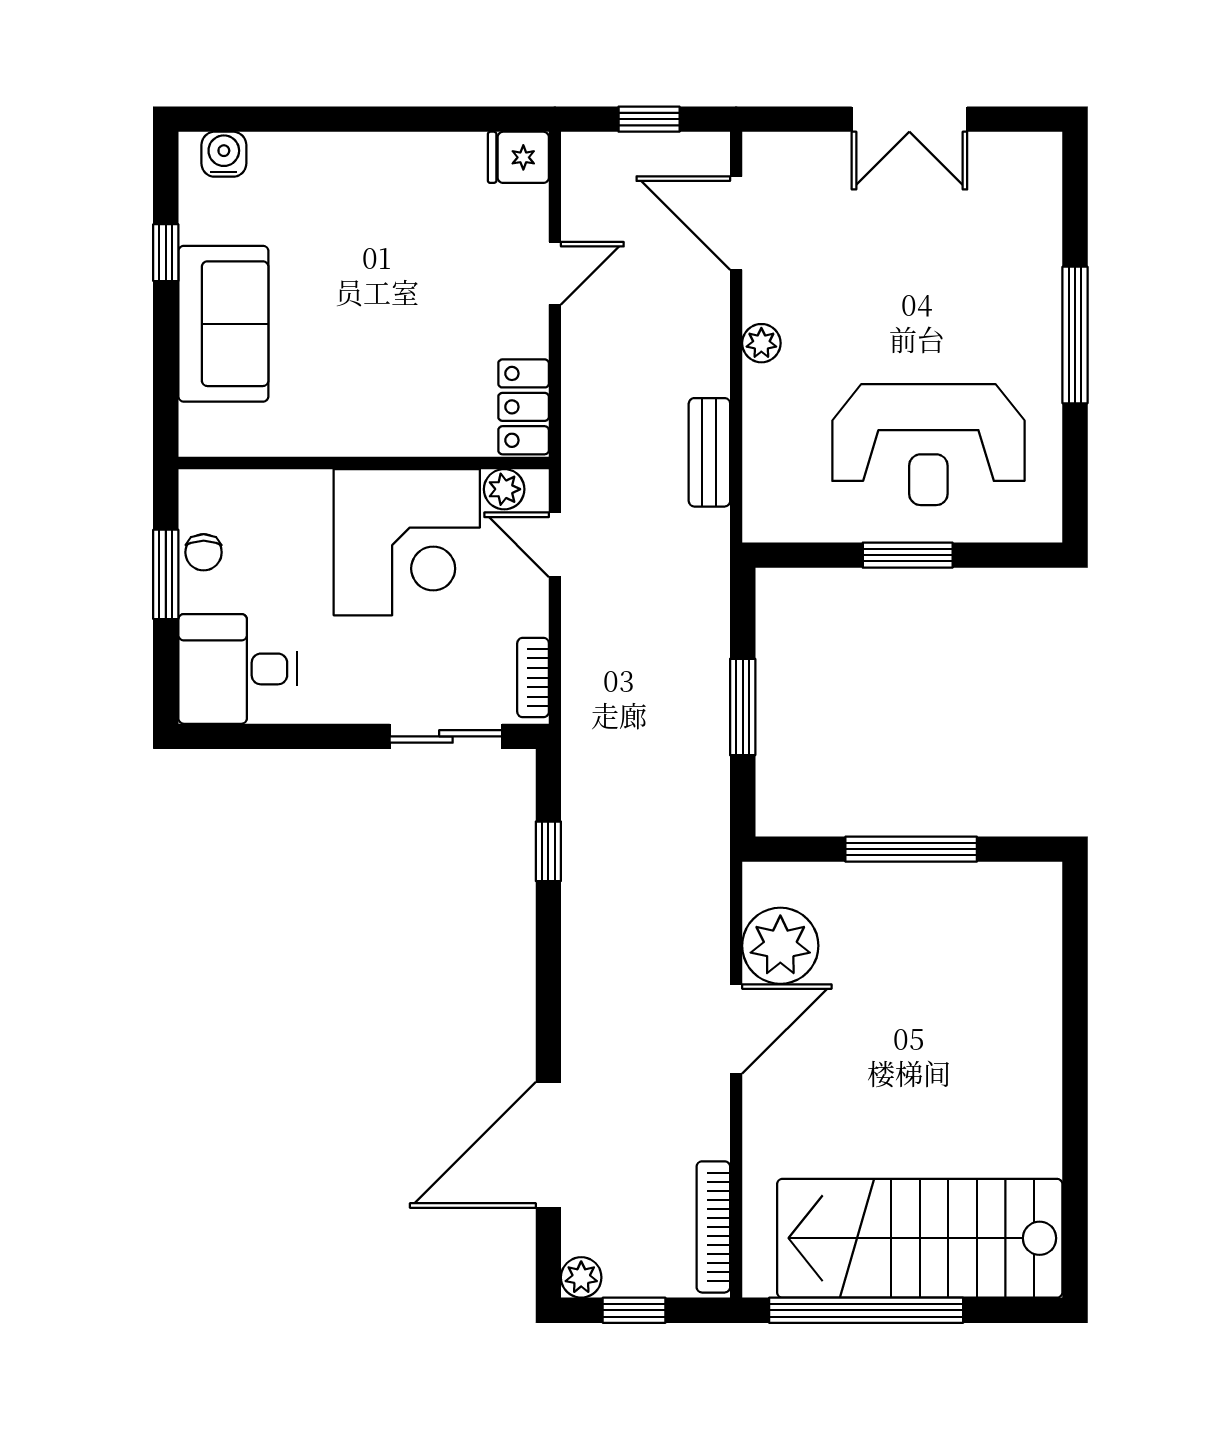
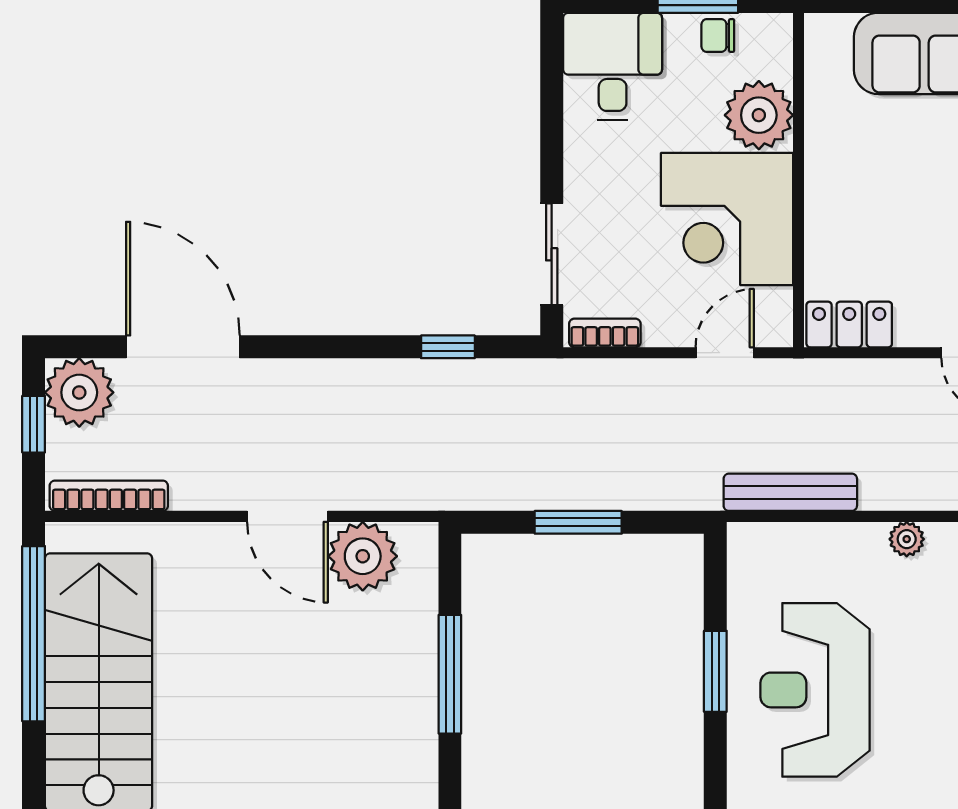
bench: (709, 452) -> (790, 492), width x1.36
plant: (504, 489) -> (759, 115), moved, width x1.87, depth x1.87
plant: (581, 1277) -> (79, 392), width x1.88, depth x1.88

